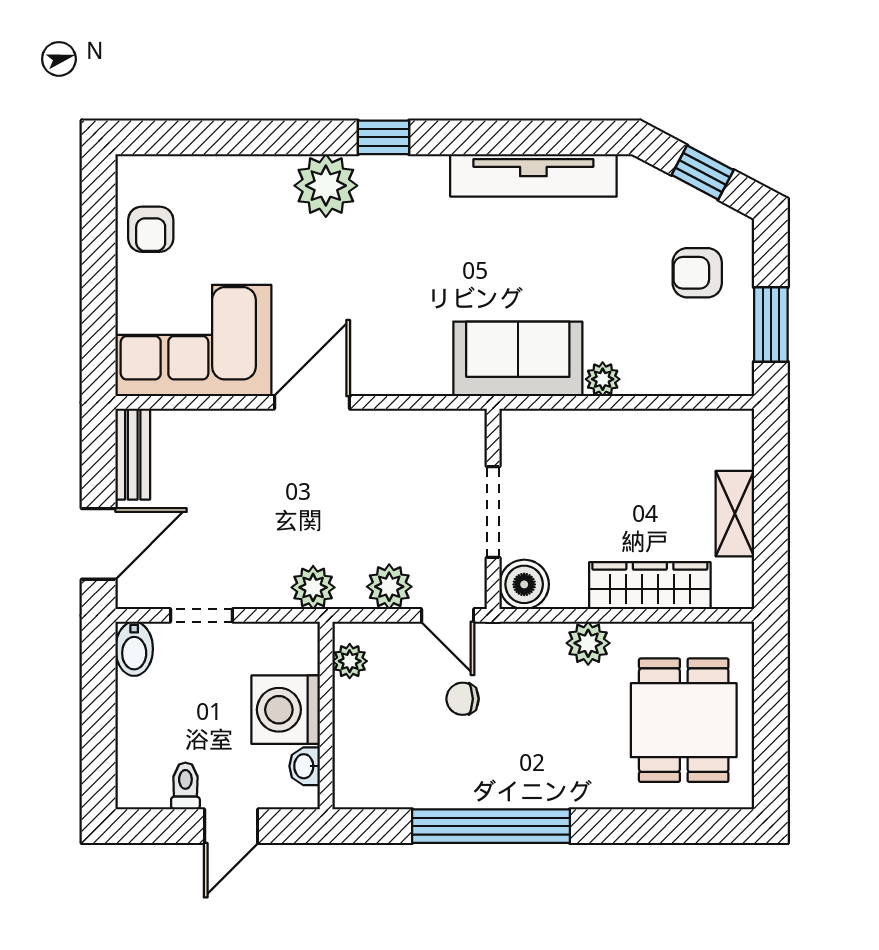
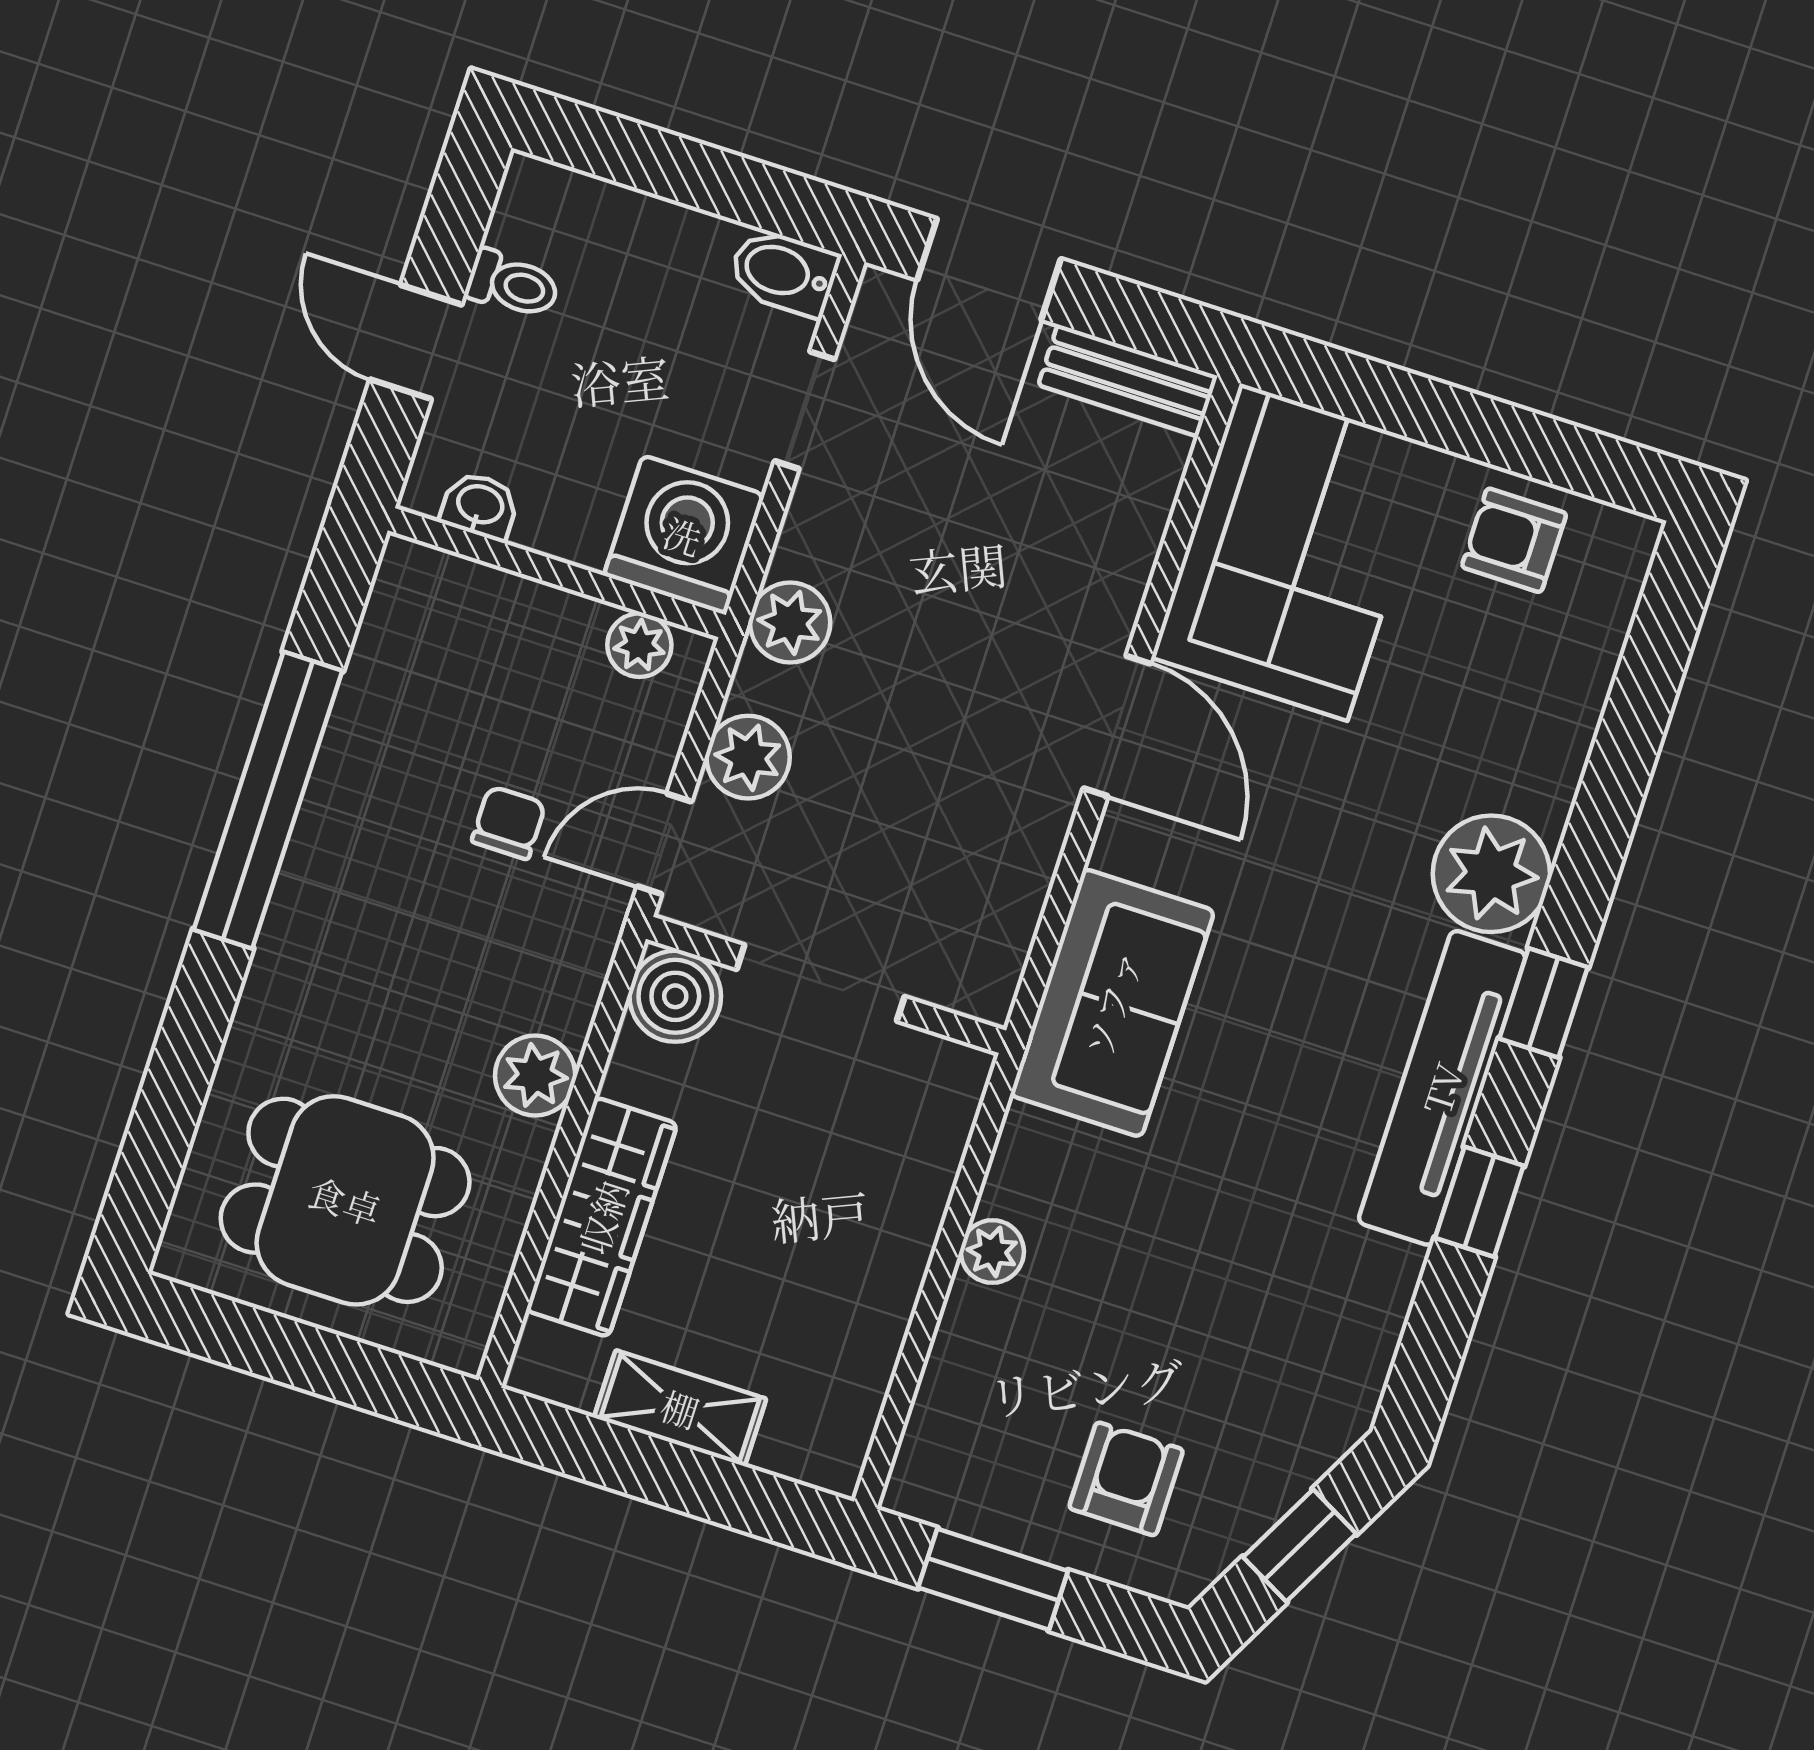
window: (496, 137) -> (1479, 1202), added
tv unit: (533, 175) -> (1442, 1088), moved
sofa: (518, 359) -> (1112, 1003), moved
washing machine: (286, 710) -> (683, 535), moved

